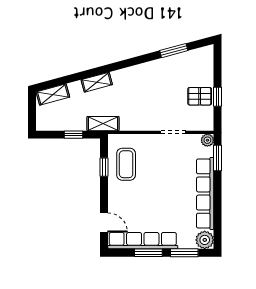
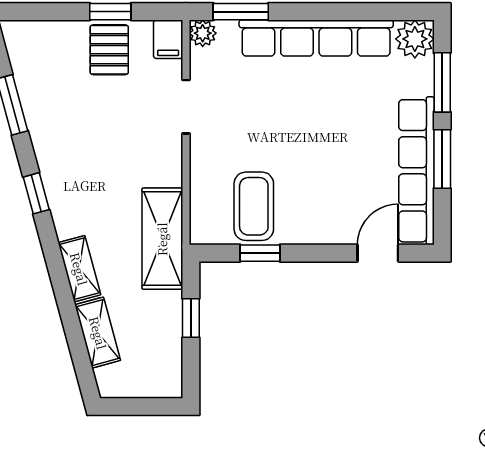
window: (132, 62) -> (36, 193), added
shelving: (53, 94) -> (98, 333), moved
shelving: (103, 124) -> (162, 239), width x1.50, depth x1.33
filing cabinet: (205, 124) -> (168, 39), added
coffee table: (126, 164) -> (254, 206), turned 90

